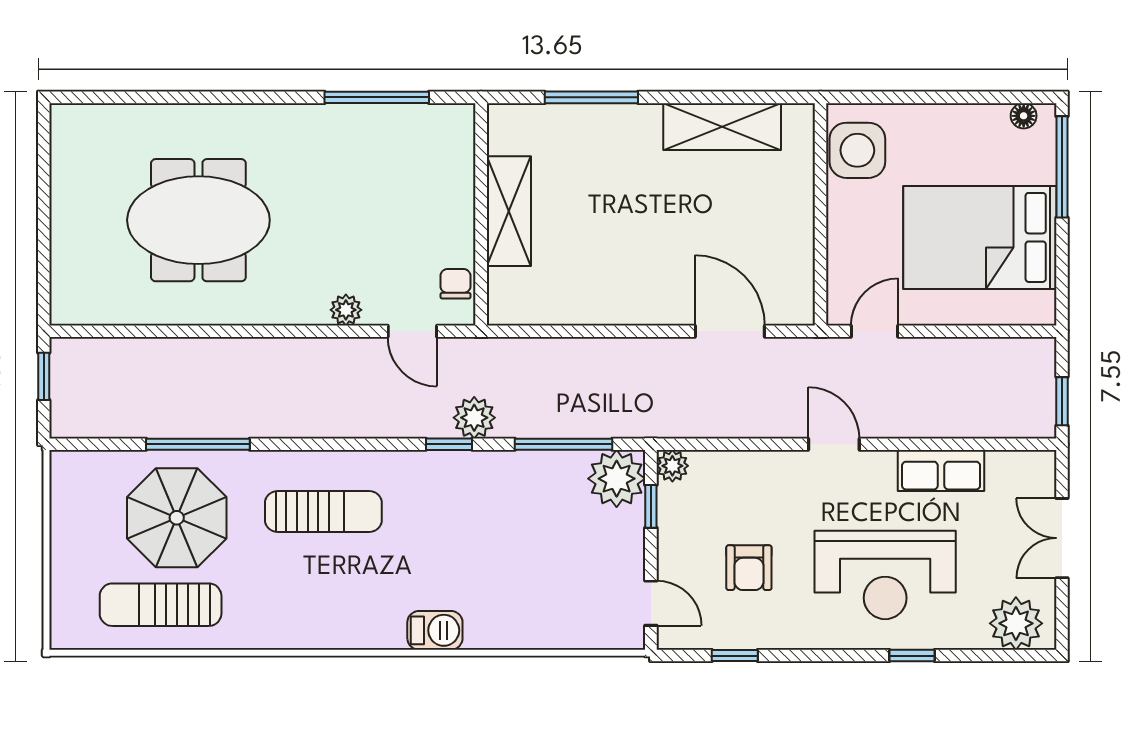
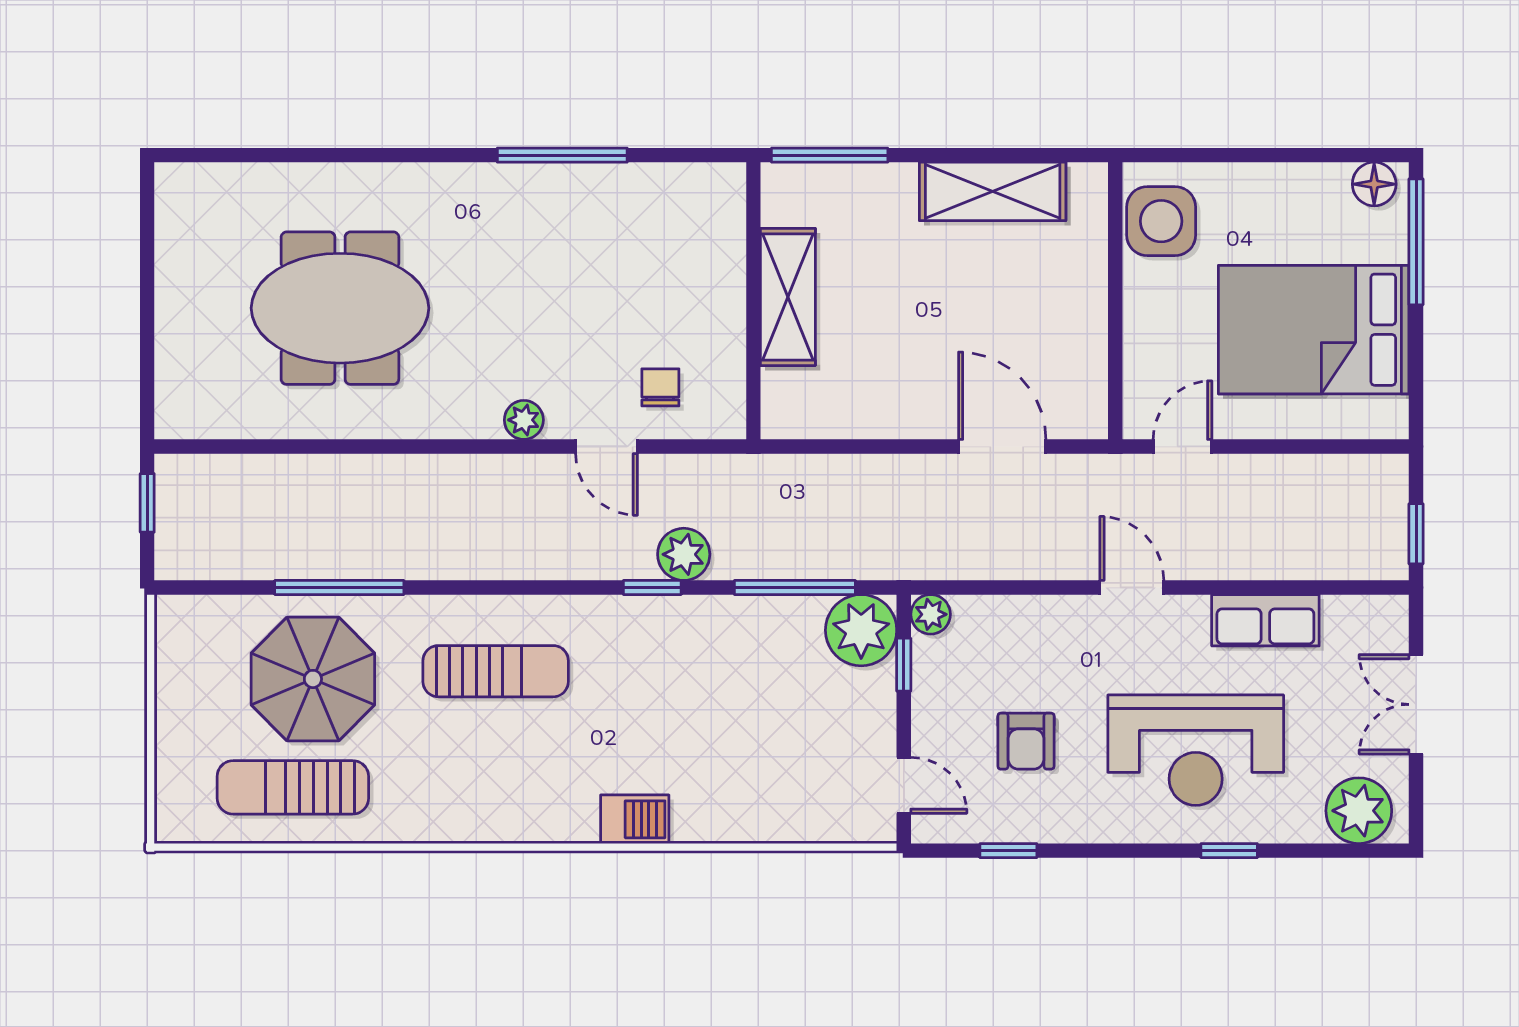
floor lamp: (1024, 116) -> (1374, 184), width x1.37, depth x1.37
shelving: (509, 211) -> (788, 297), moved
wall: (481, 214) -> (753, 301), moved

